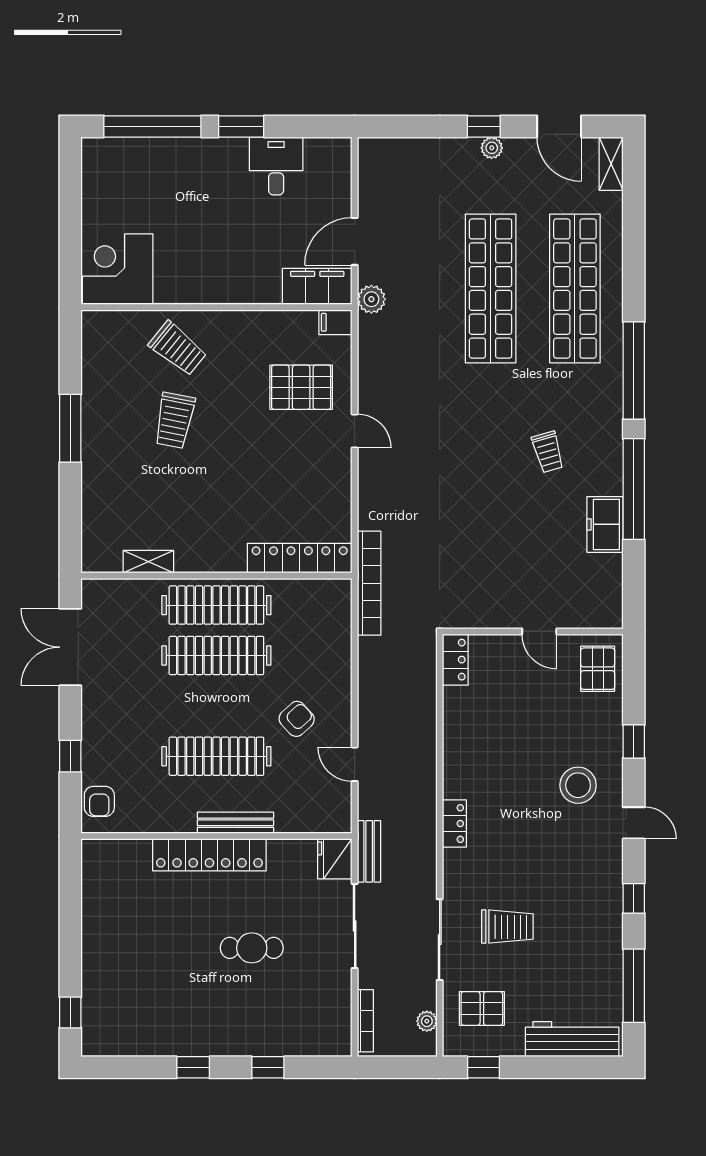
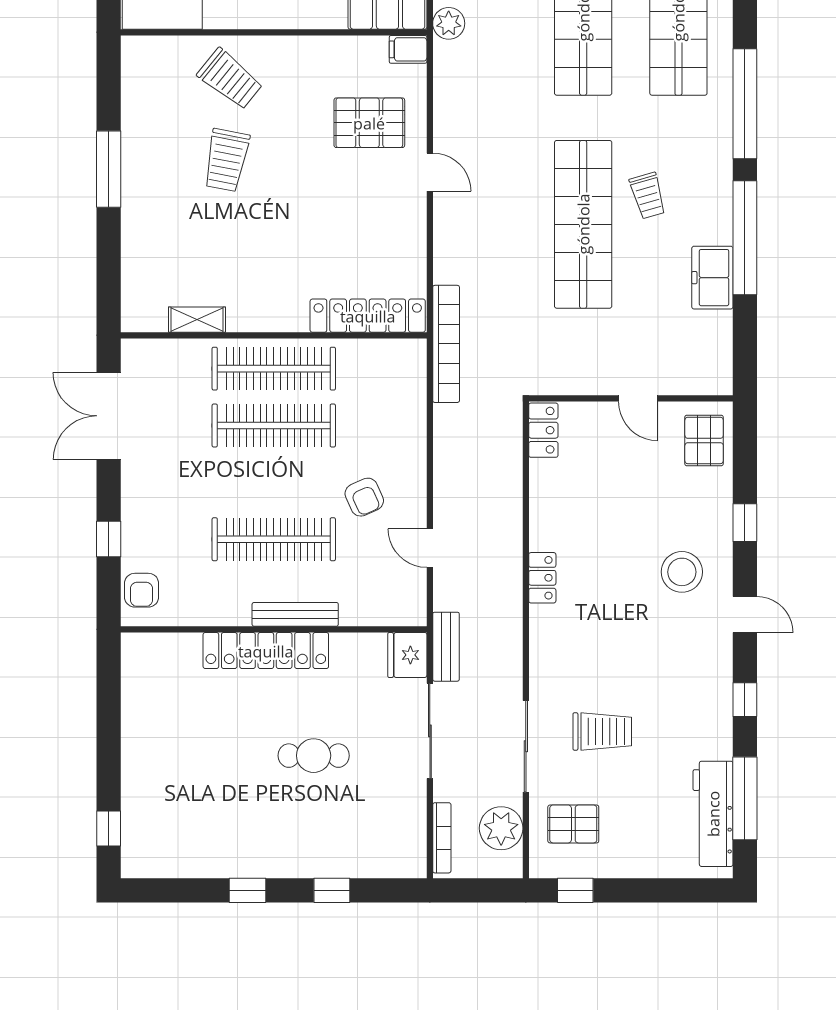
shop shelf: (491, 477) -> (583, 224), added
armchair: (297, 719) -> (364, 497), turned 108
locker: (454, 824) -> (542, 578), moved
plant: (427, 1021) -> (501, 828), width x1.87, depth x1.87
workbench: (572, 1039) -> (713, 814), moved, turned -90

